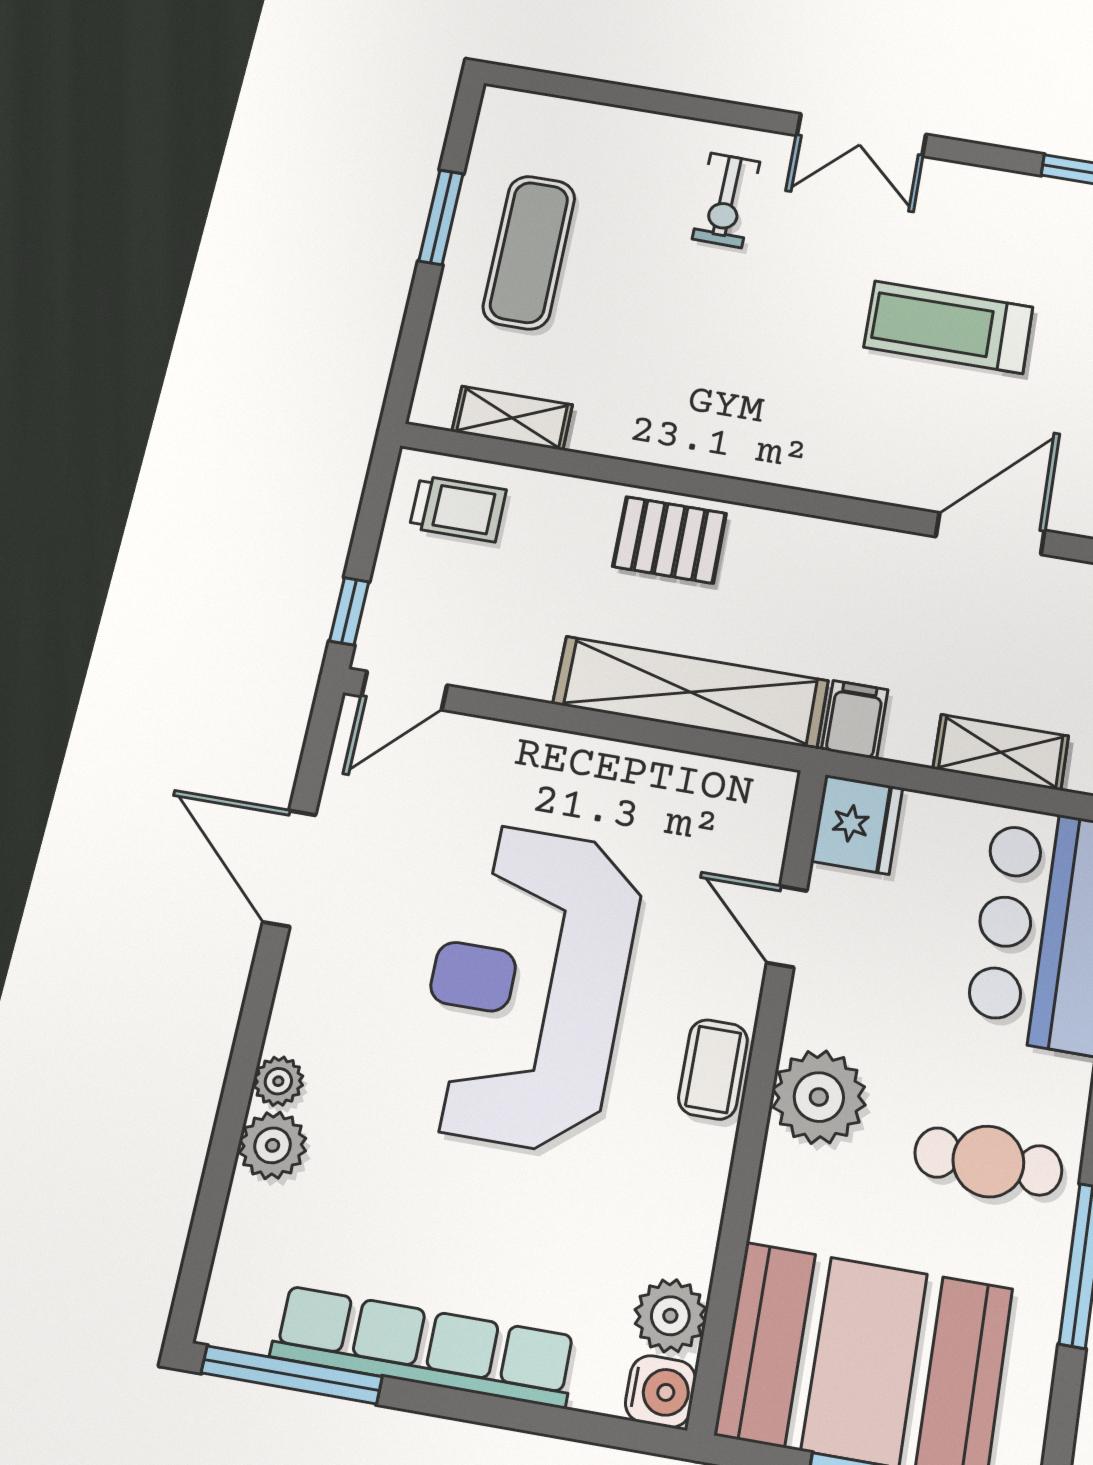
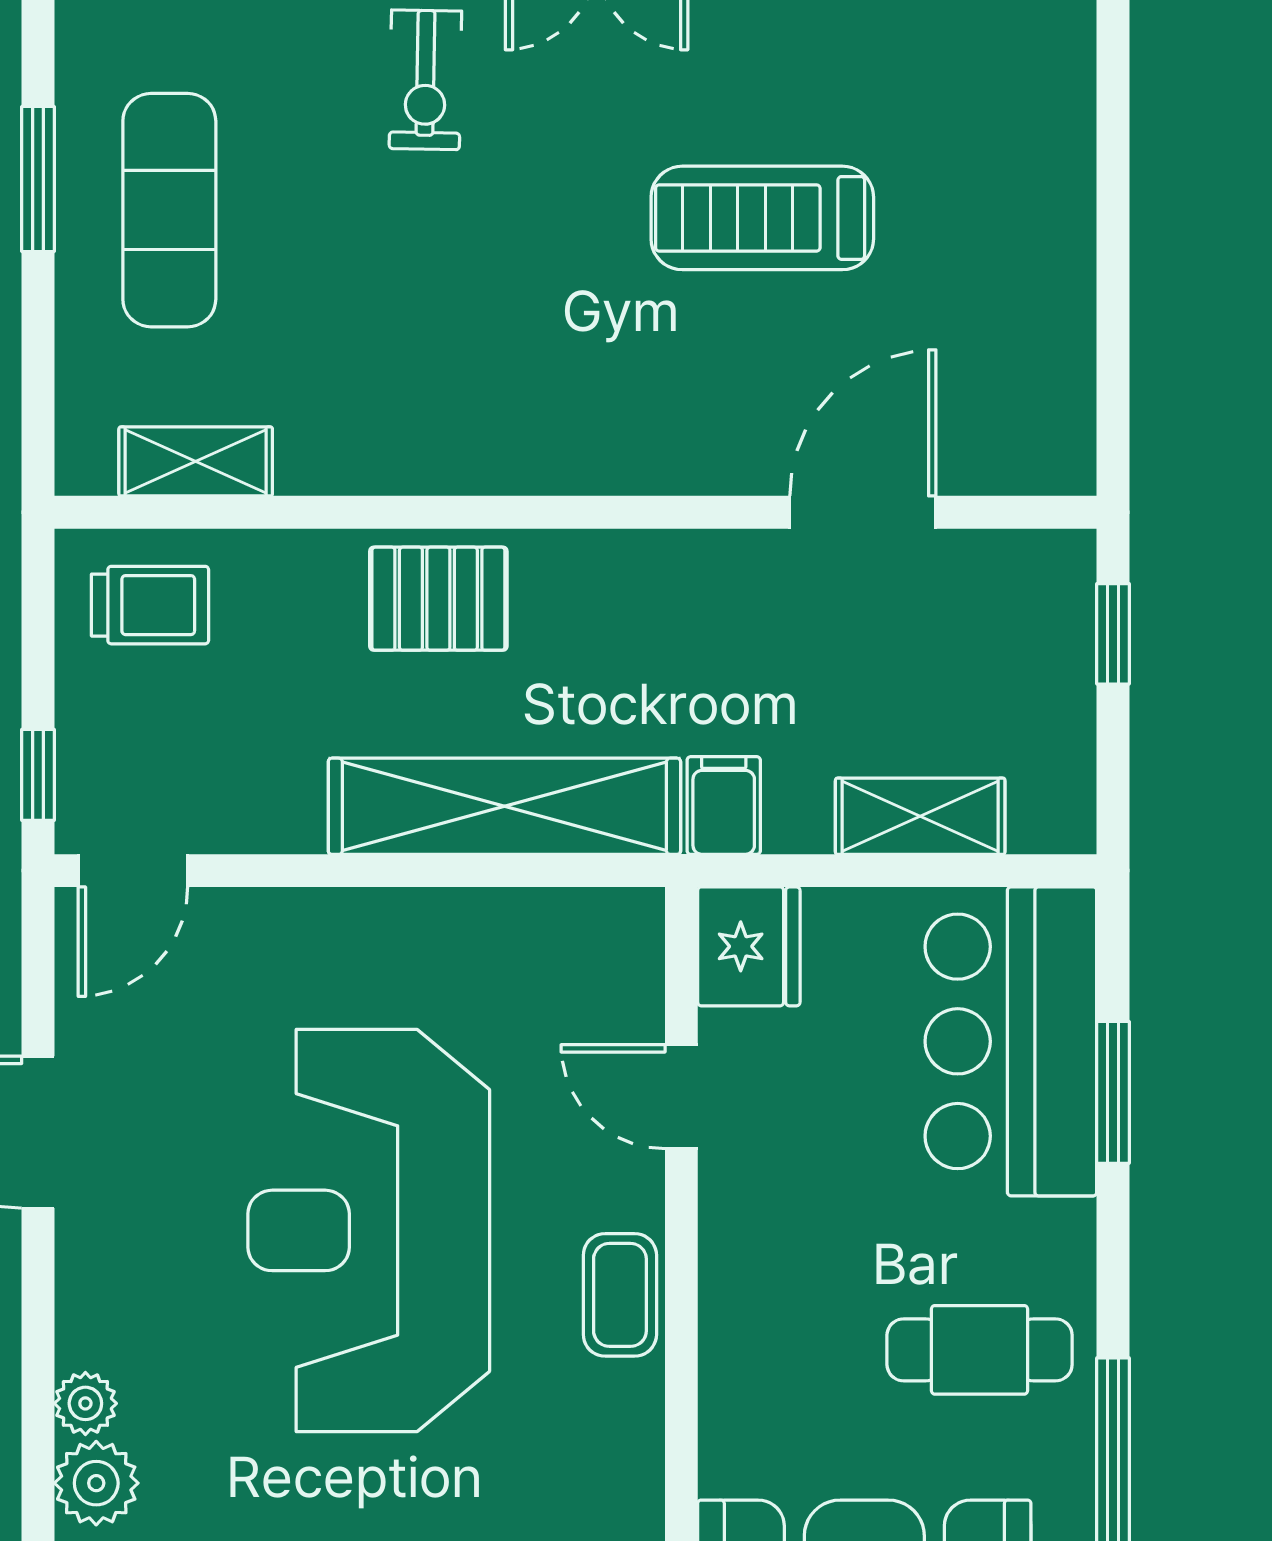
plant: (819, 1097) -> (757, 1306), removed

